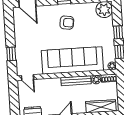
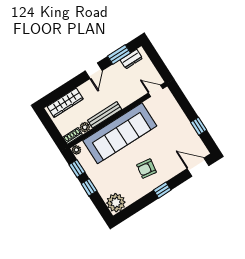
window: (11, 54) -> (199, 126), moved

